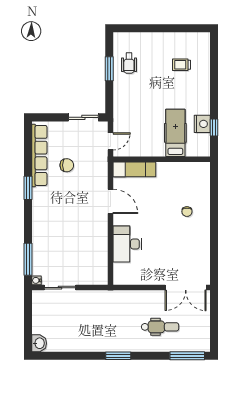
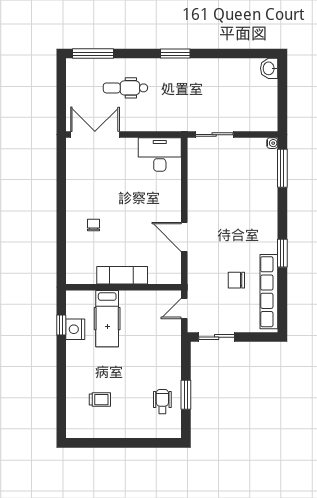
exam couch: (134, 169) -> (122, 275), moved
desk: (127, 244) -> (160, 155), moved, turned -90
sliding door: (60, 288) -> (214, 135), moved

